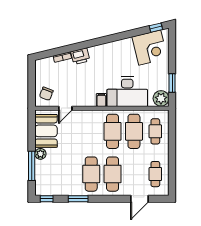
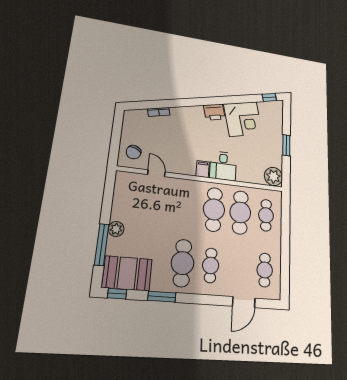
corner desk: (150, 48) -> (243, 119), moved
printer: (80, 56) -> (214, 112), moved
window: (172, 83) -> (286, 145), moved
desk: (127, 92) -> (223, 166), width x0.53, depth x0.77
door: (65, 108) -> (156, 173), swing flipped
booth: (46, 131) -> (127, 273), moved, turned 90
cafe table: (113, 174) -> (211, 265), width x0.73, depth x0.74

